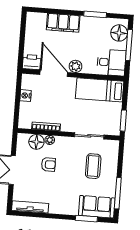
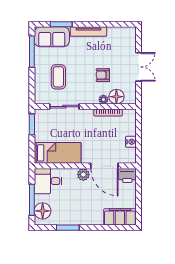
filing cabinet: (63, 23) -> (120, 217), moved
tv unit: (30, 207) -> (88, 32), moved

